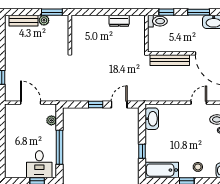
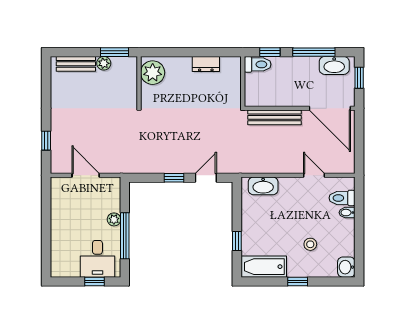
window: (199, 12) -> (314, 52), width x1.44
plant: (80, 27) -> (153, 73), added
door: (199, 103) -> (314, 175), hinge flipped
washbasin: (152, 119) -> (263, 186), moved, turned 90
plant: (51, 120) -> (114, 219), moved
stool: (198, 167) -> (310, 244), moved

